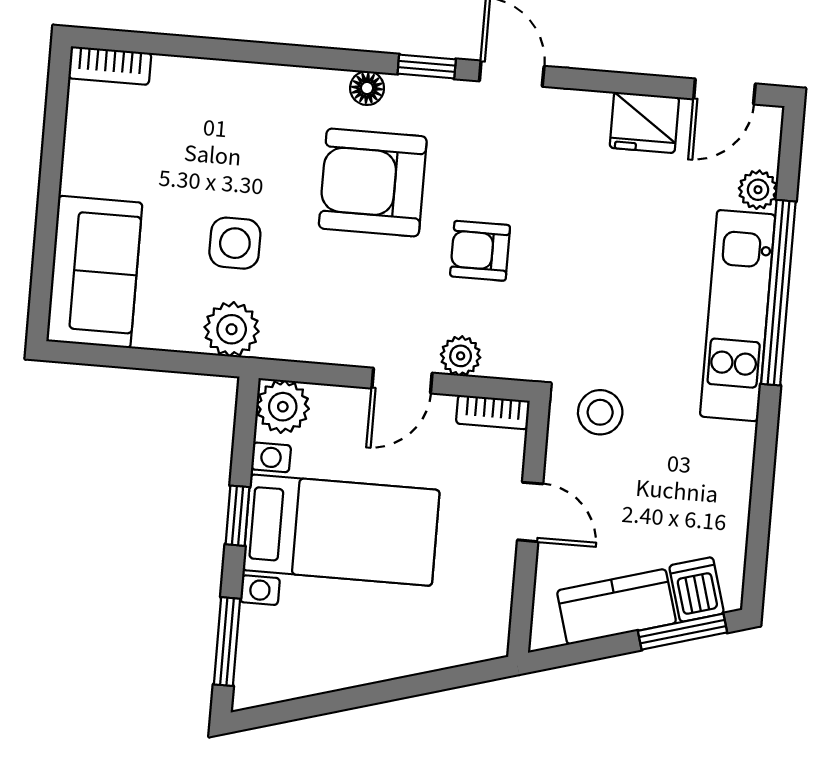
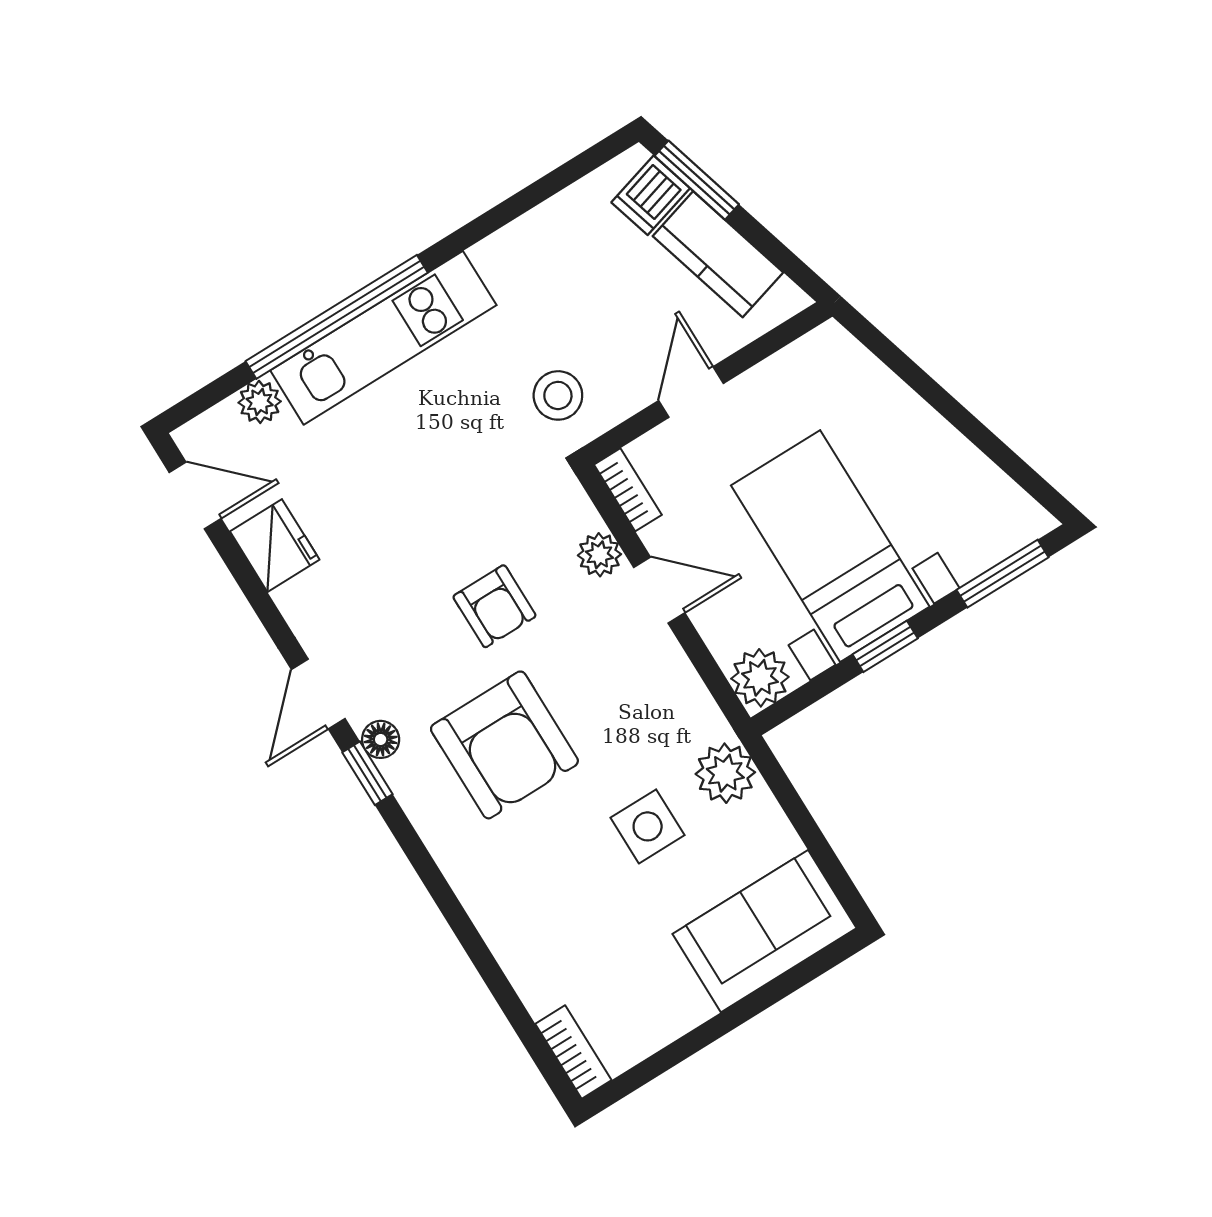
floor lamp: (367, 88) -> (381, 739), moved

